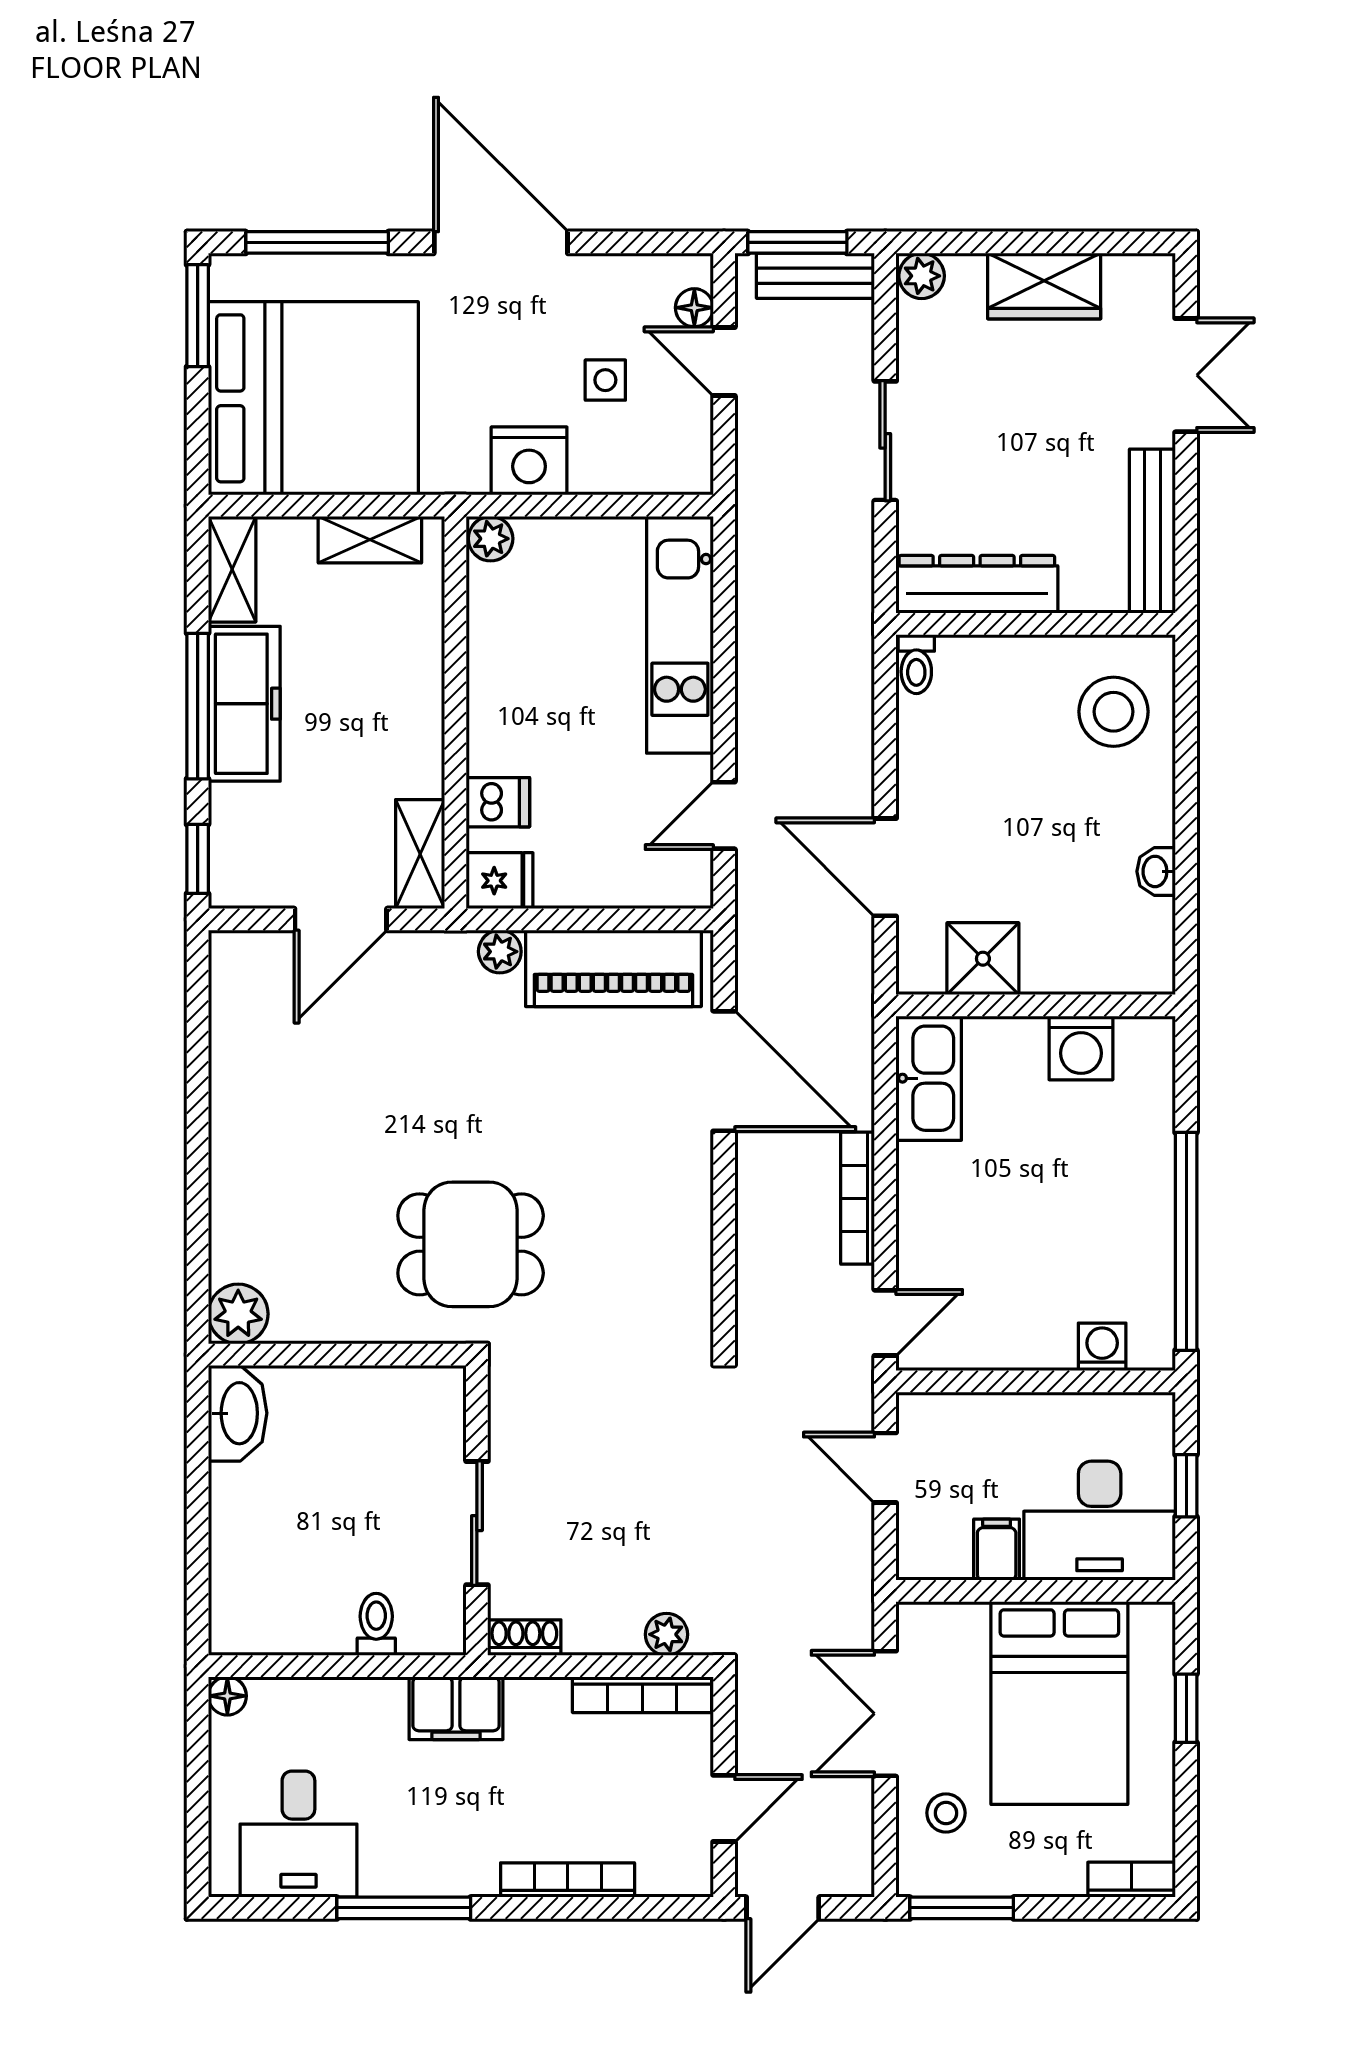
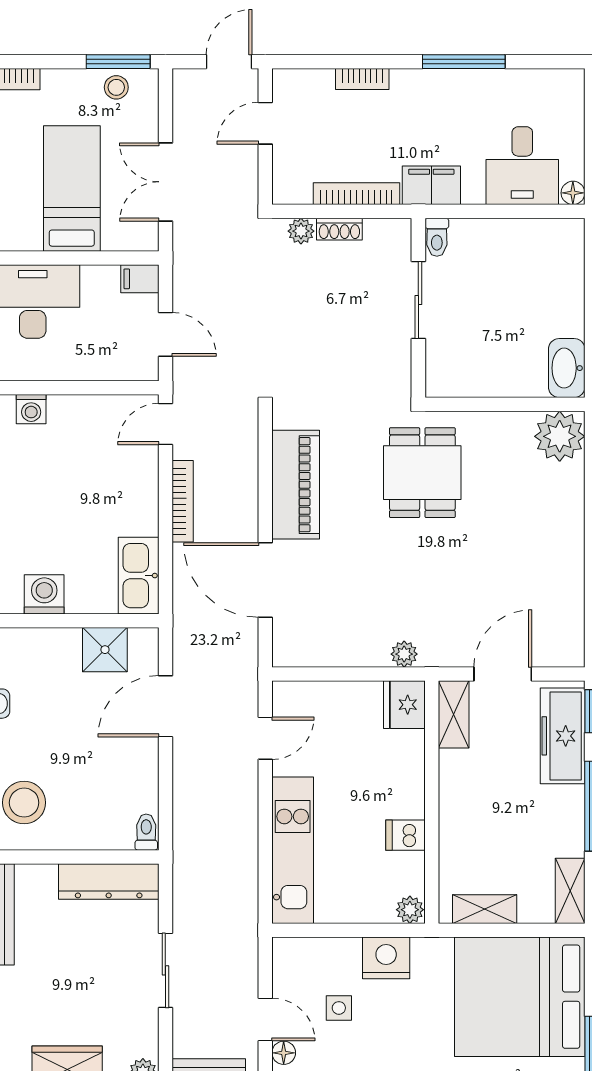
freezer: (244, 704) -> (563, 736), moved
dishwasher: (498, 802) -> (405, 835), moved
door: (885, 867) -> (165, 706), swing flipped
fridge: (500, 881) -> (404, 705), width x1.38
piano: (613, 968) -> (296, 485), moved, turned 90
dining table: (471, 1244) -> (422, 473), turned 90
plant: (238, 1314) -> (560, 436), width x1.36, depth x1.36
filing cabinet: (997, 1550) -> (140, 279), moved, turned 90
toilet: (376, 1624) -> (437, 237), moved
shoe rack: (524, 1638) -> (339, 229), moved
bookcase: (642, 1695) -> (356, 194), moved
bed: (1059, 1703) -> (72, 188), width x0.67
double door: (885, 1714) -> (165, 182), swing flipped
stool: (946, 1813) -> (116, 87), moved
desk: (298, 1834) -> (522, 166), moved, turned 180
bookcase: (568, 1880) -> (362, 79), width x0.64

